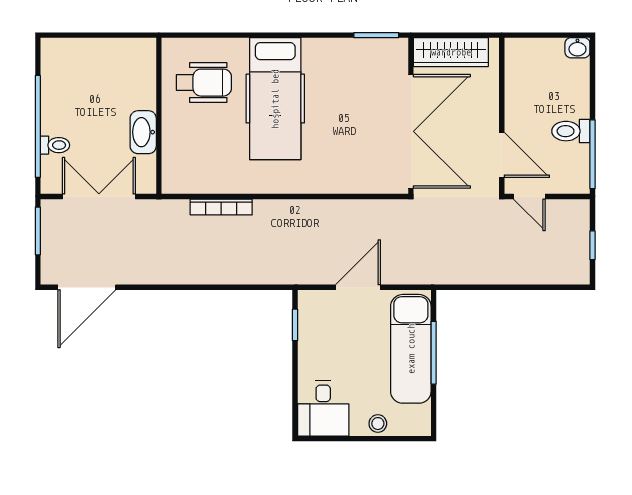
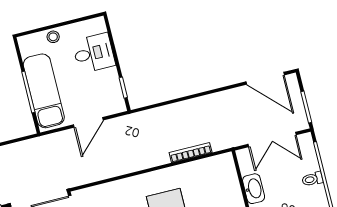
toilet: (55, 145) -> (312, 179), moved
door: (87, 287) -> (265, 78), swing flipped
desk: (323, 408) -> (94, 53), moved, turned 90

